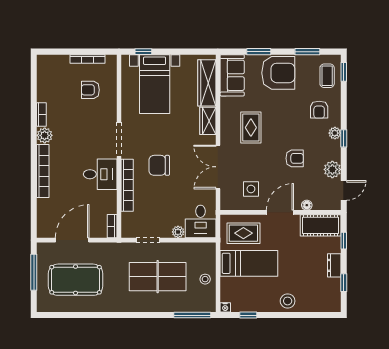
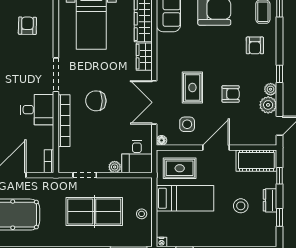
armchair: (90, 90) -> (27, 26), turned 91
rug: (251, 128) -> (192, 88), moved
plant: (335, 133) -> (271, 89), moved
floor lamp: (307, 205) -> (162, 140), moved
stool: (288, 301) -> (241, 206), moved

